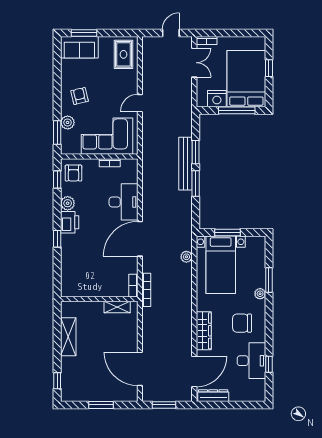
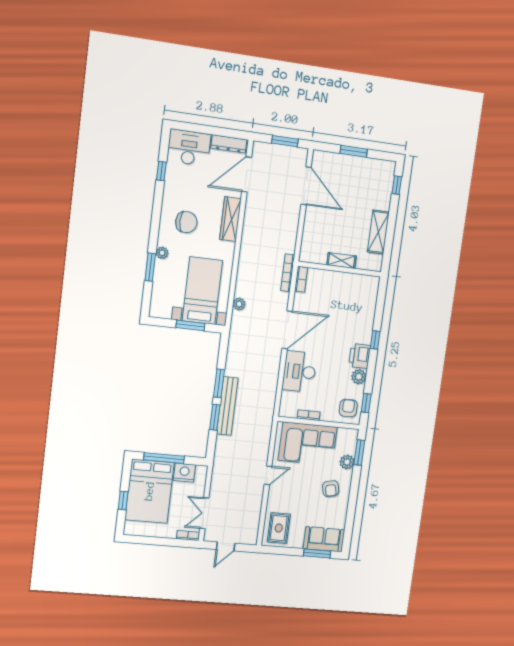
shelving: (117, 307) -> (342, 261), moved
desk: (251, 361) -> (189, 148), moved, turned 90

